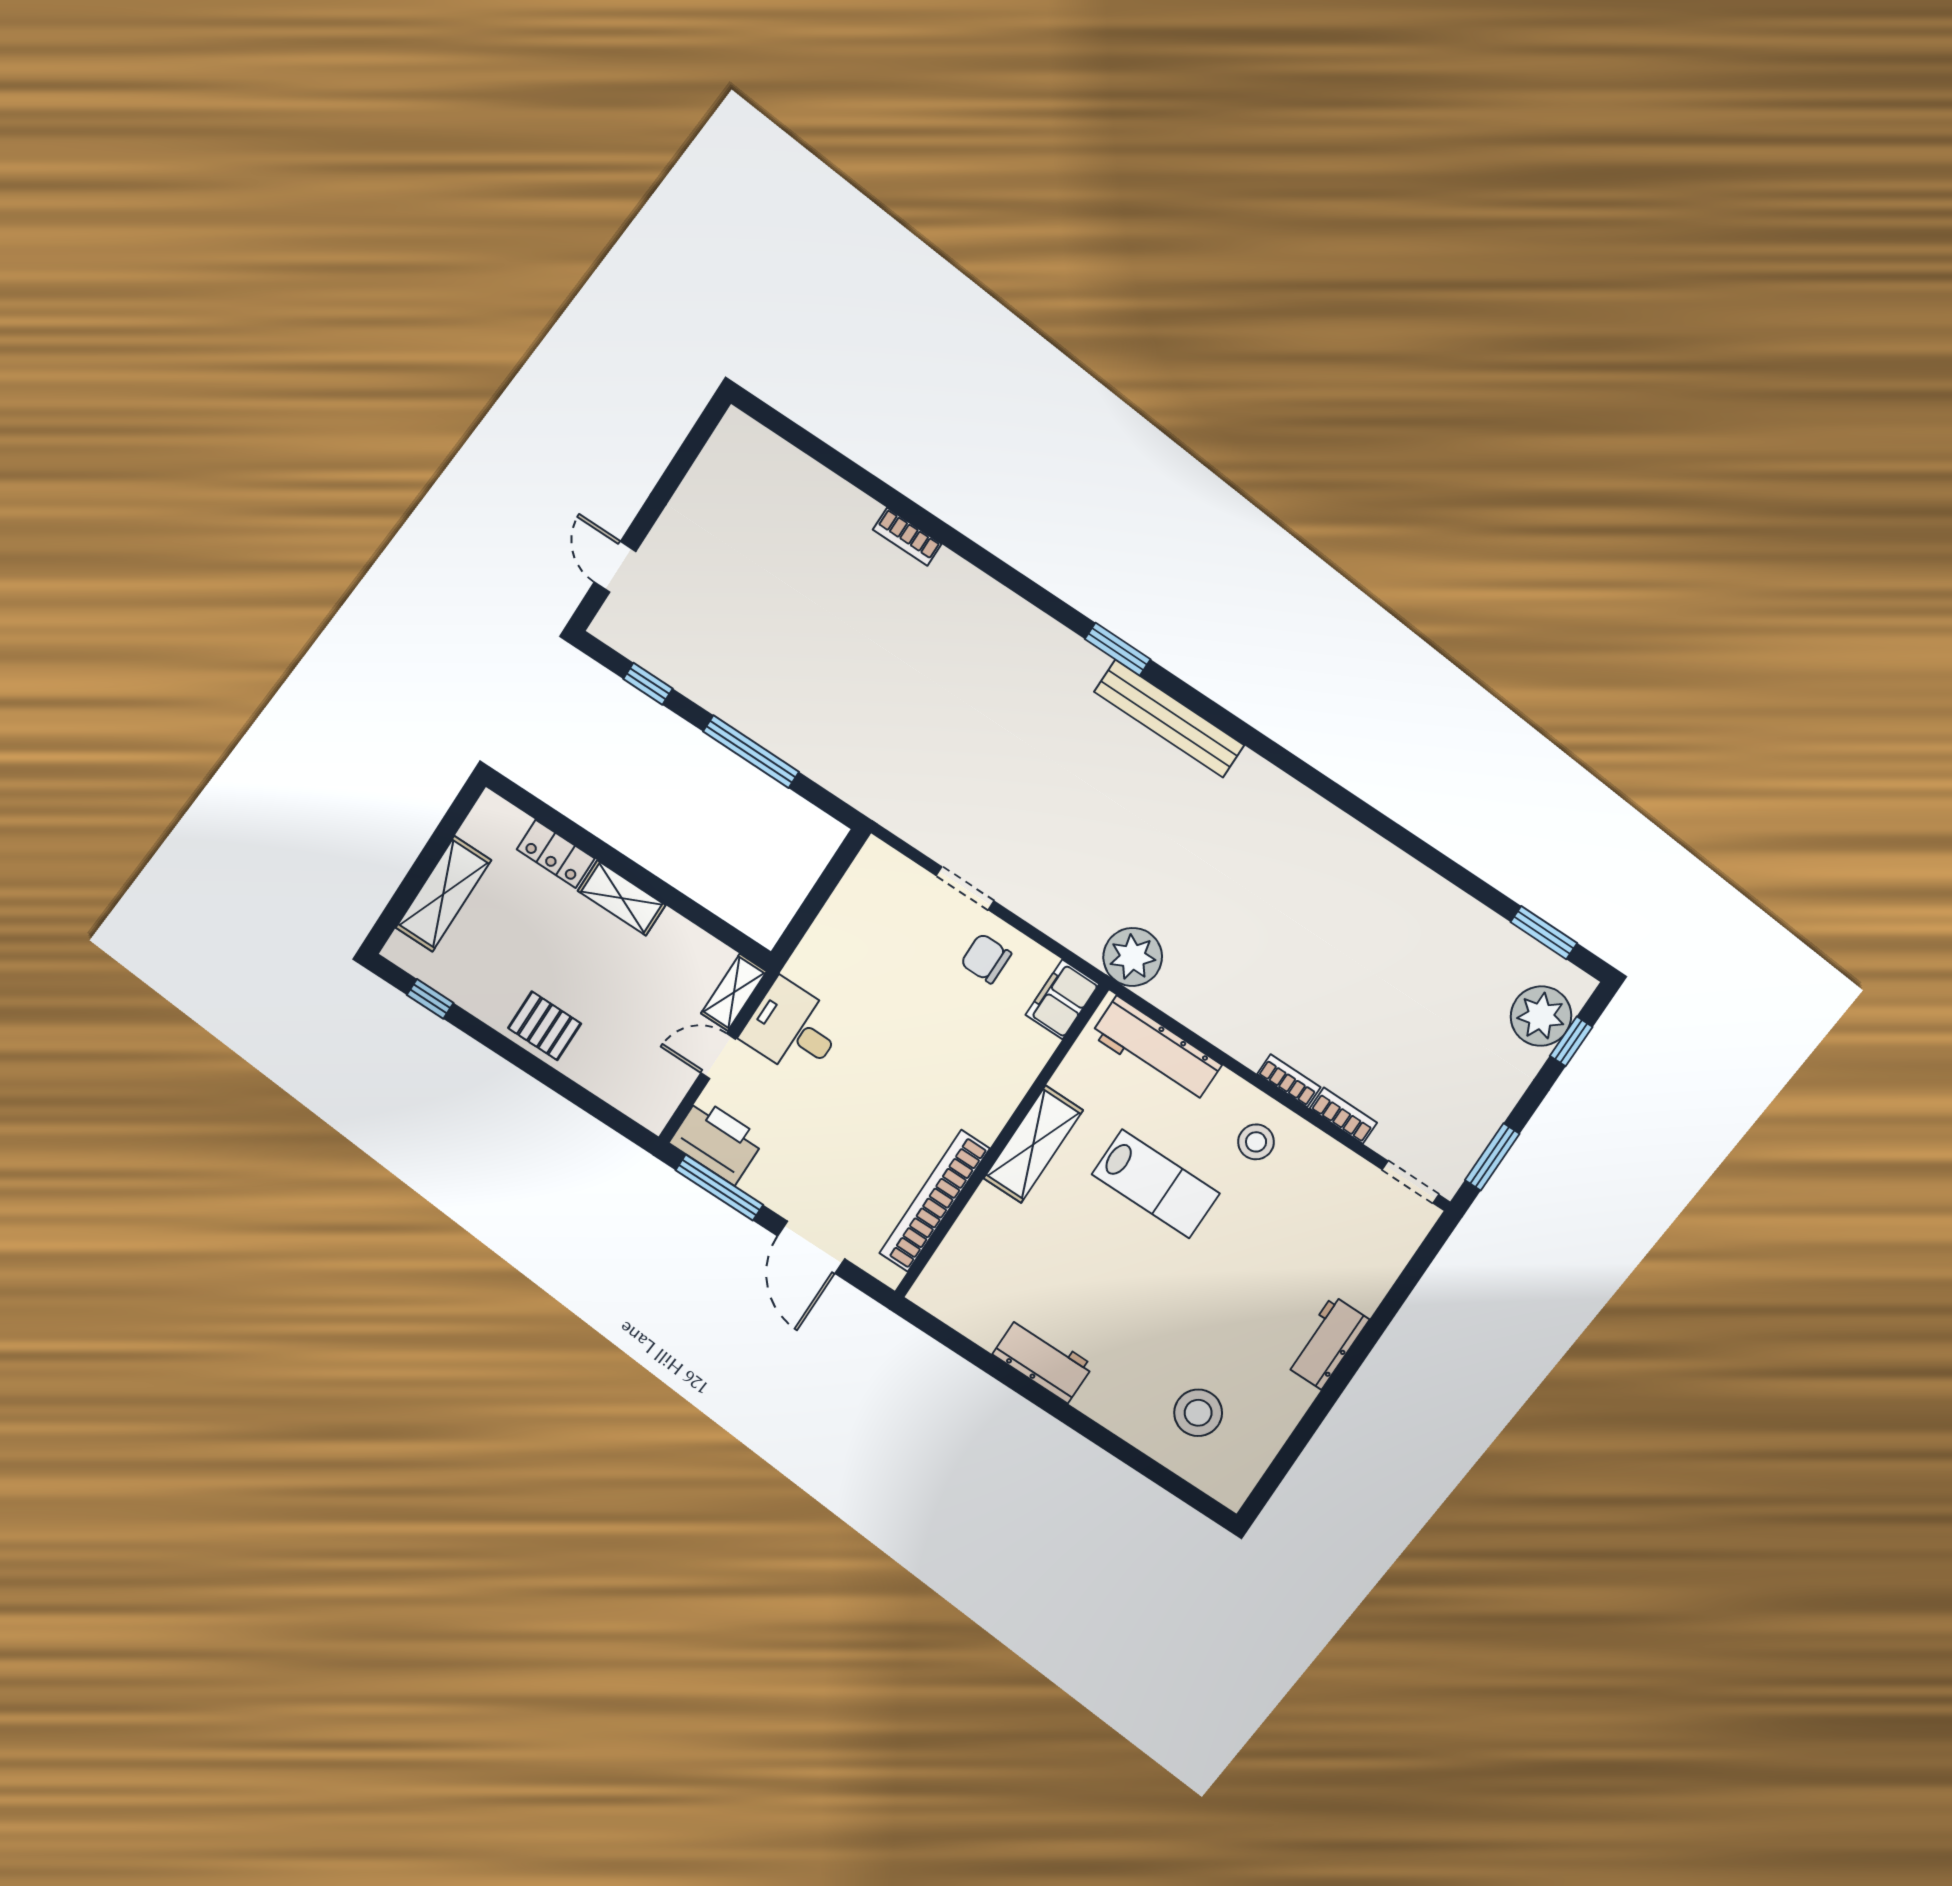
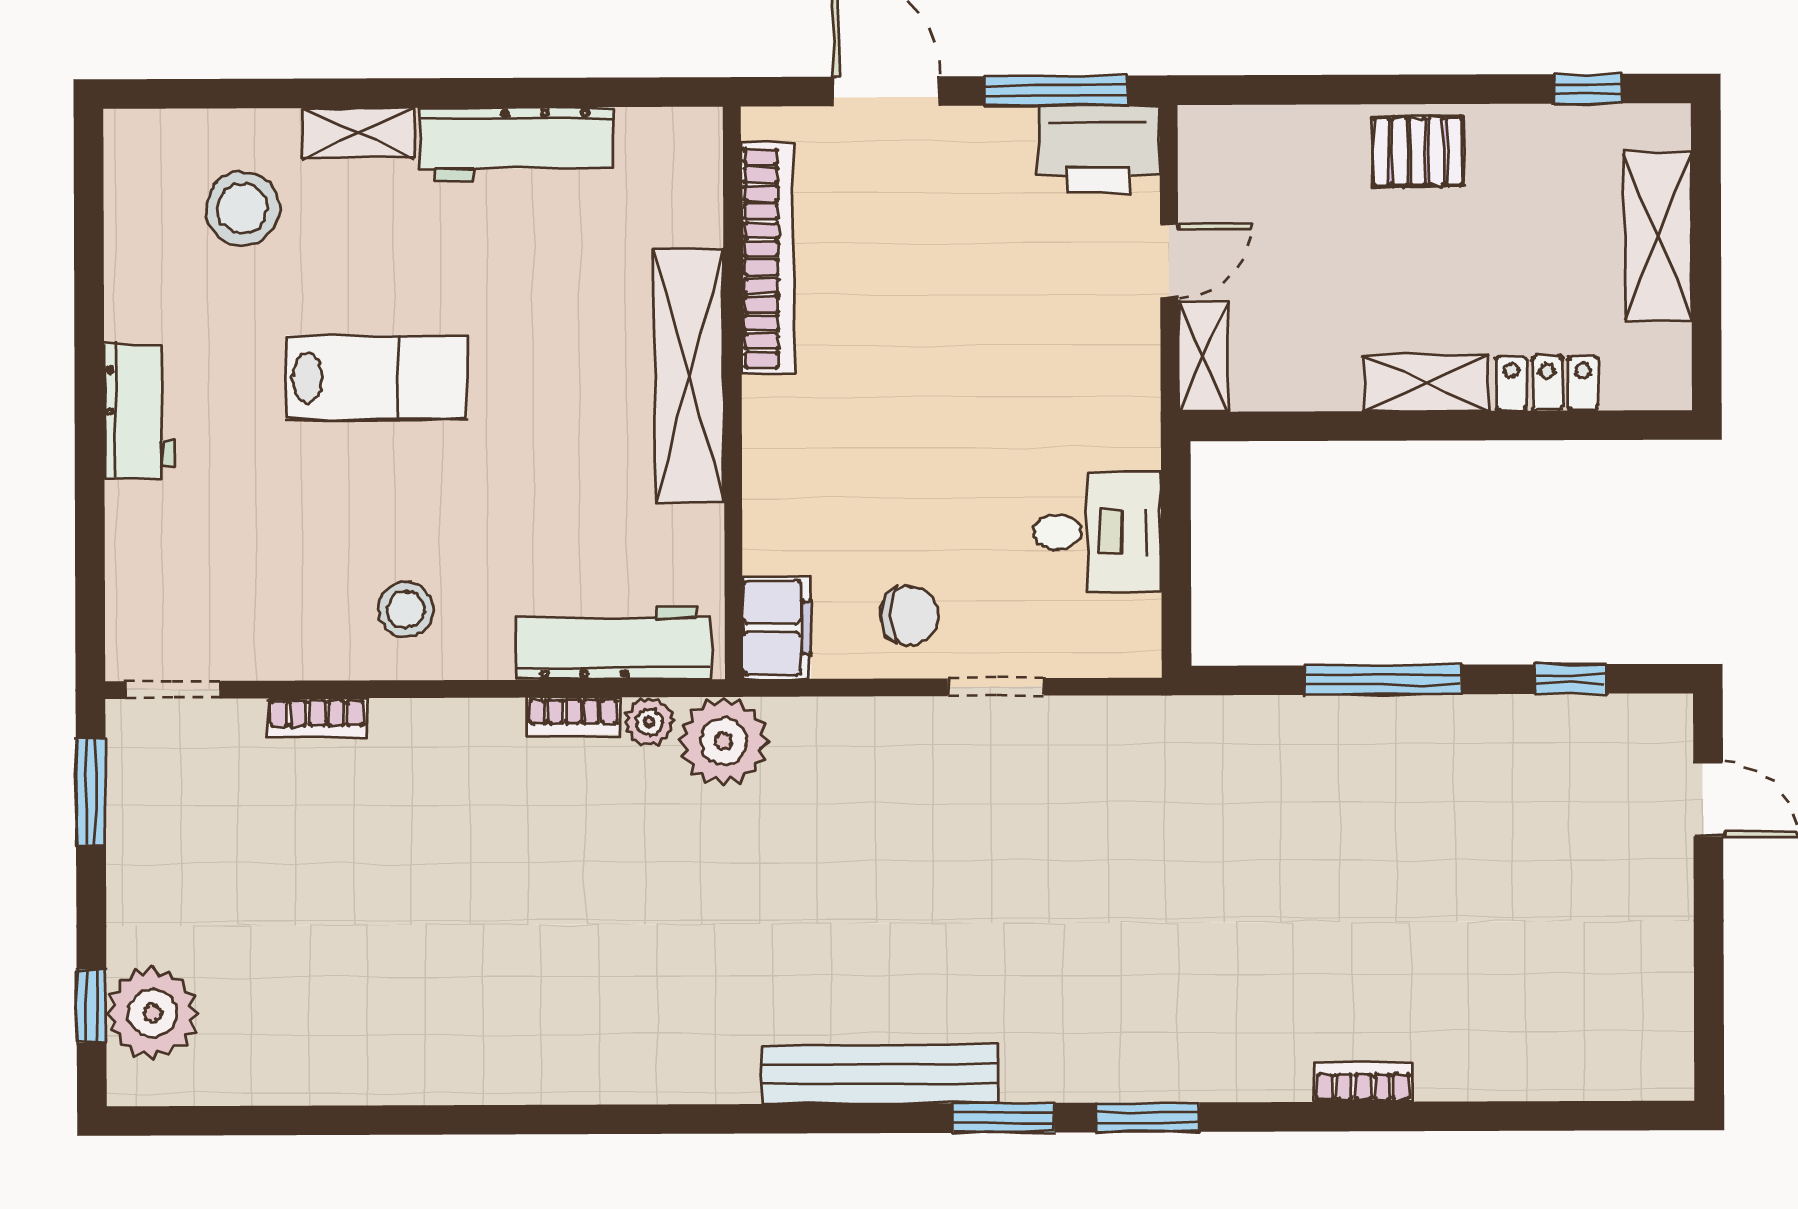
window: (1544, 933) -> (1148, 1117), moved
plant: (1166, 994) -> (649, 722), added
desk: (793, 1029) -> (1097, 532), moved
bookcase: (1289, 1081) -> (573, 716), moved
shelving: (1033, 1144) -> (689, 376), width x1.47
lab bench: (1156, 1184) -> (376, 377), moved, turned 180
workbench: (1043, 1360) -> (516, 144), width x1.37
shelving: (1109, 1412) -> (359, 133), added

